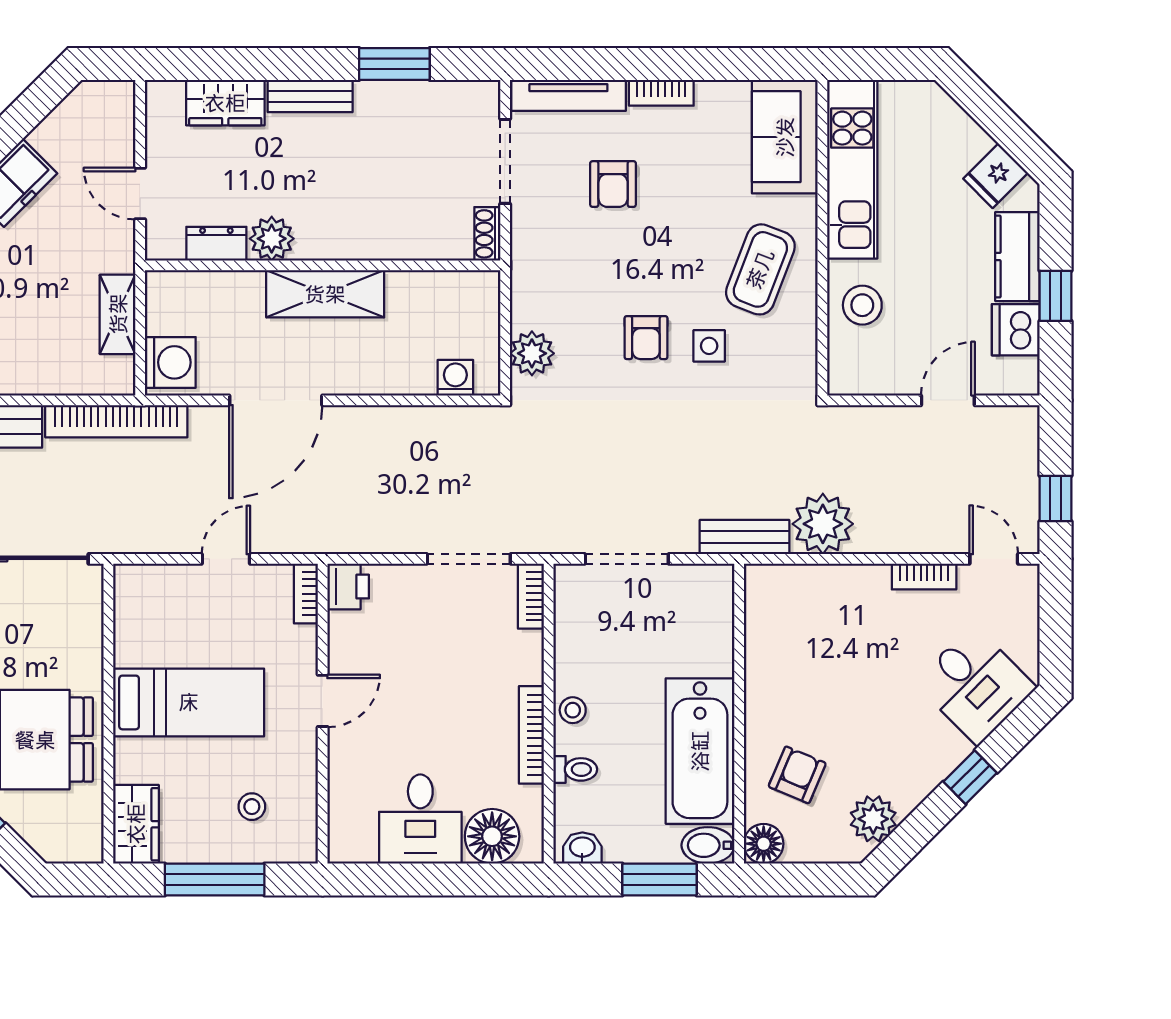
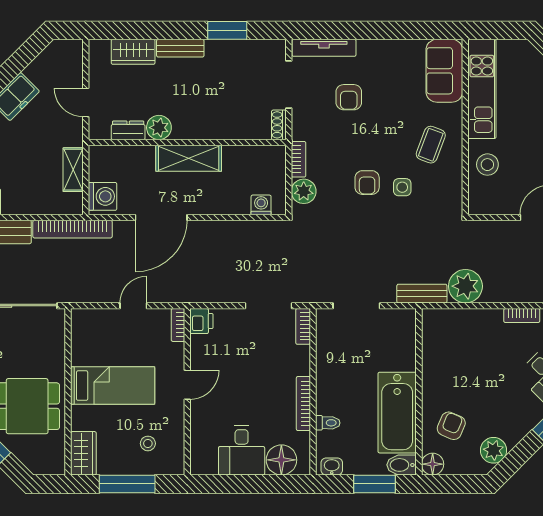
bookcase: (661, 93) -> (299, 159), moved, turned -90
coffee table: (760, 269) -> (431, 145), width x0.73, depth x0.77
stool: (573, 710) -> (326, 390), removed

